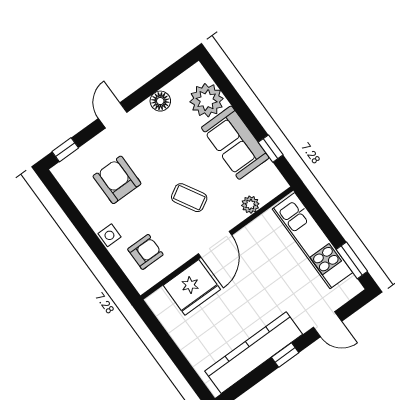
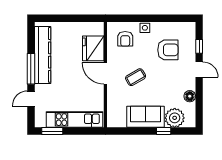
window: (271, 149) -> (164, 131), moved
window: (65, 150) -> (199, 46), moved
plant: (250, 205) -> (112, 103), removed
window: (285, 355) -> (31, 69), width x2.17

